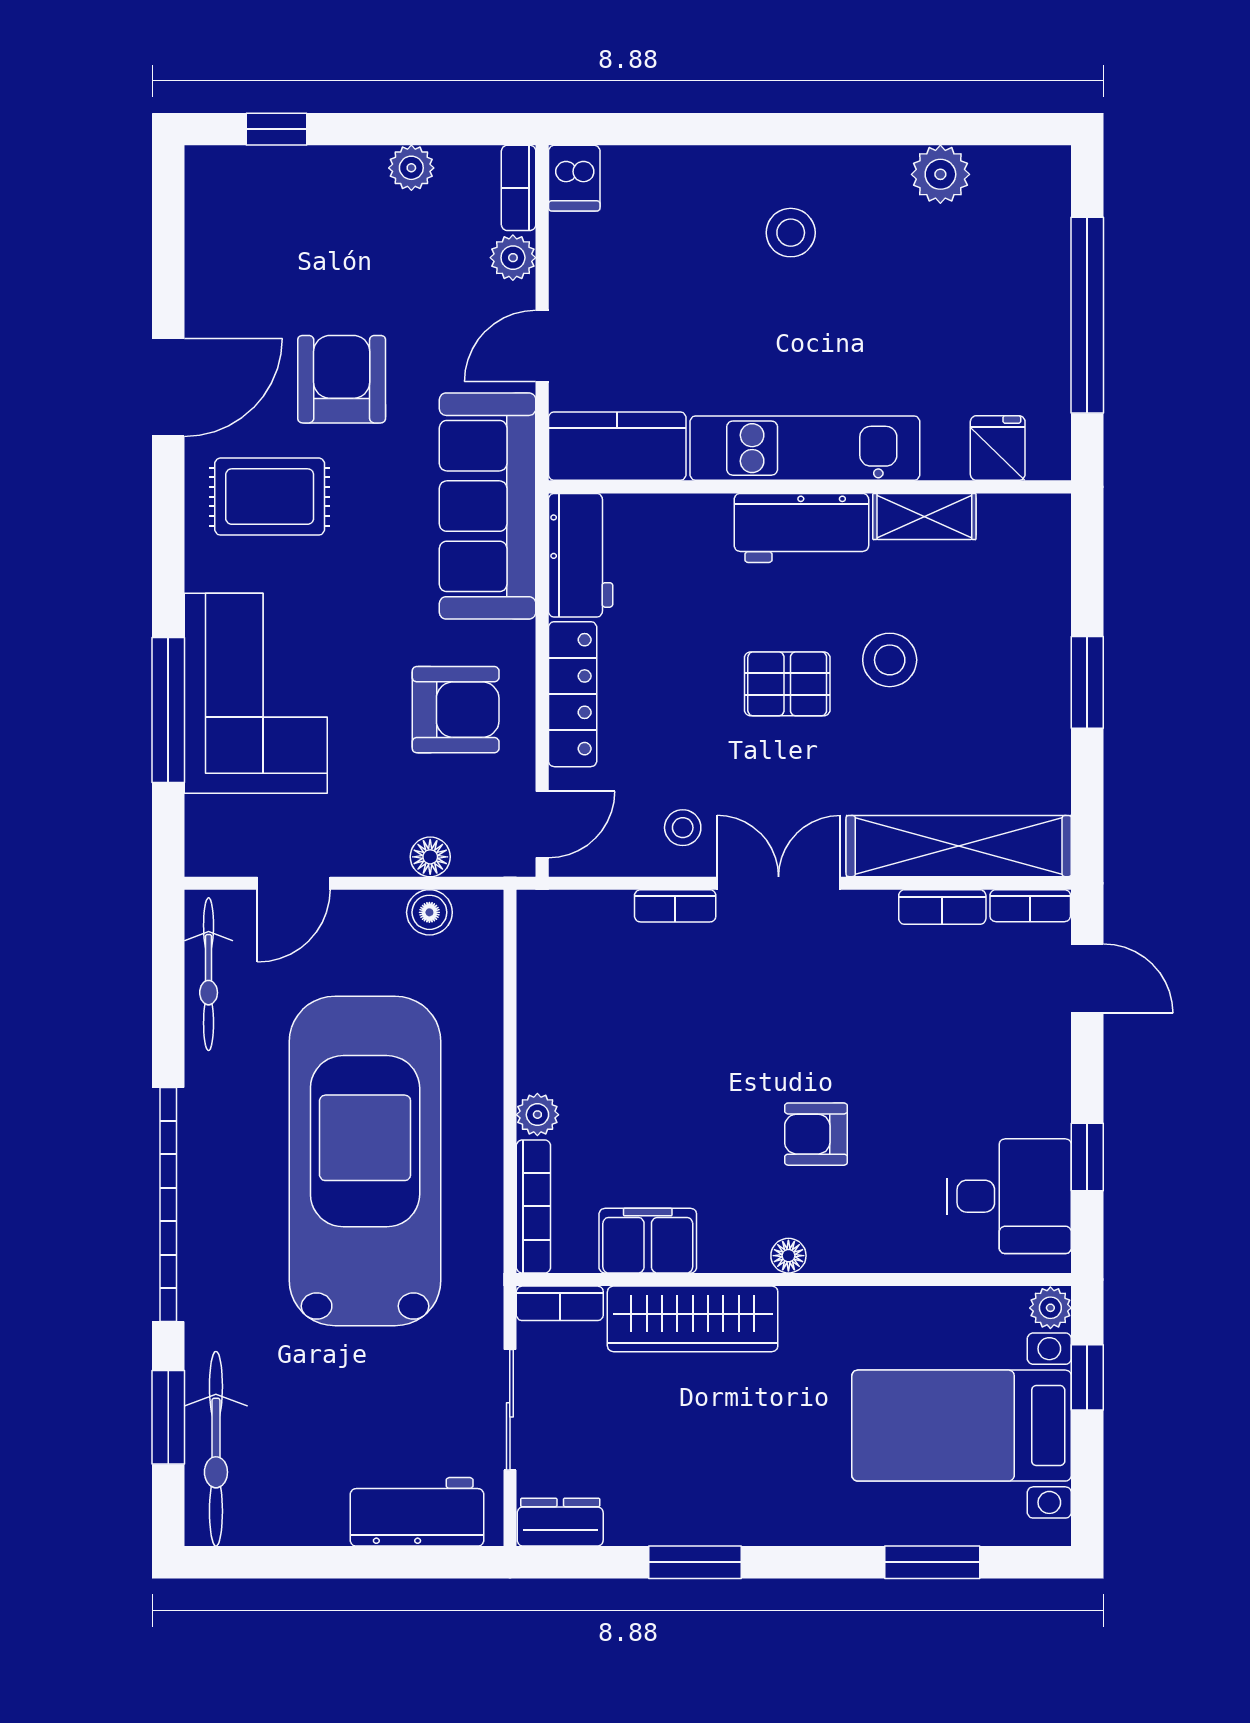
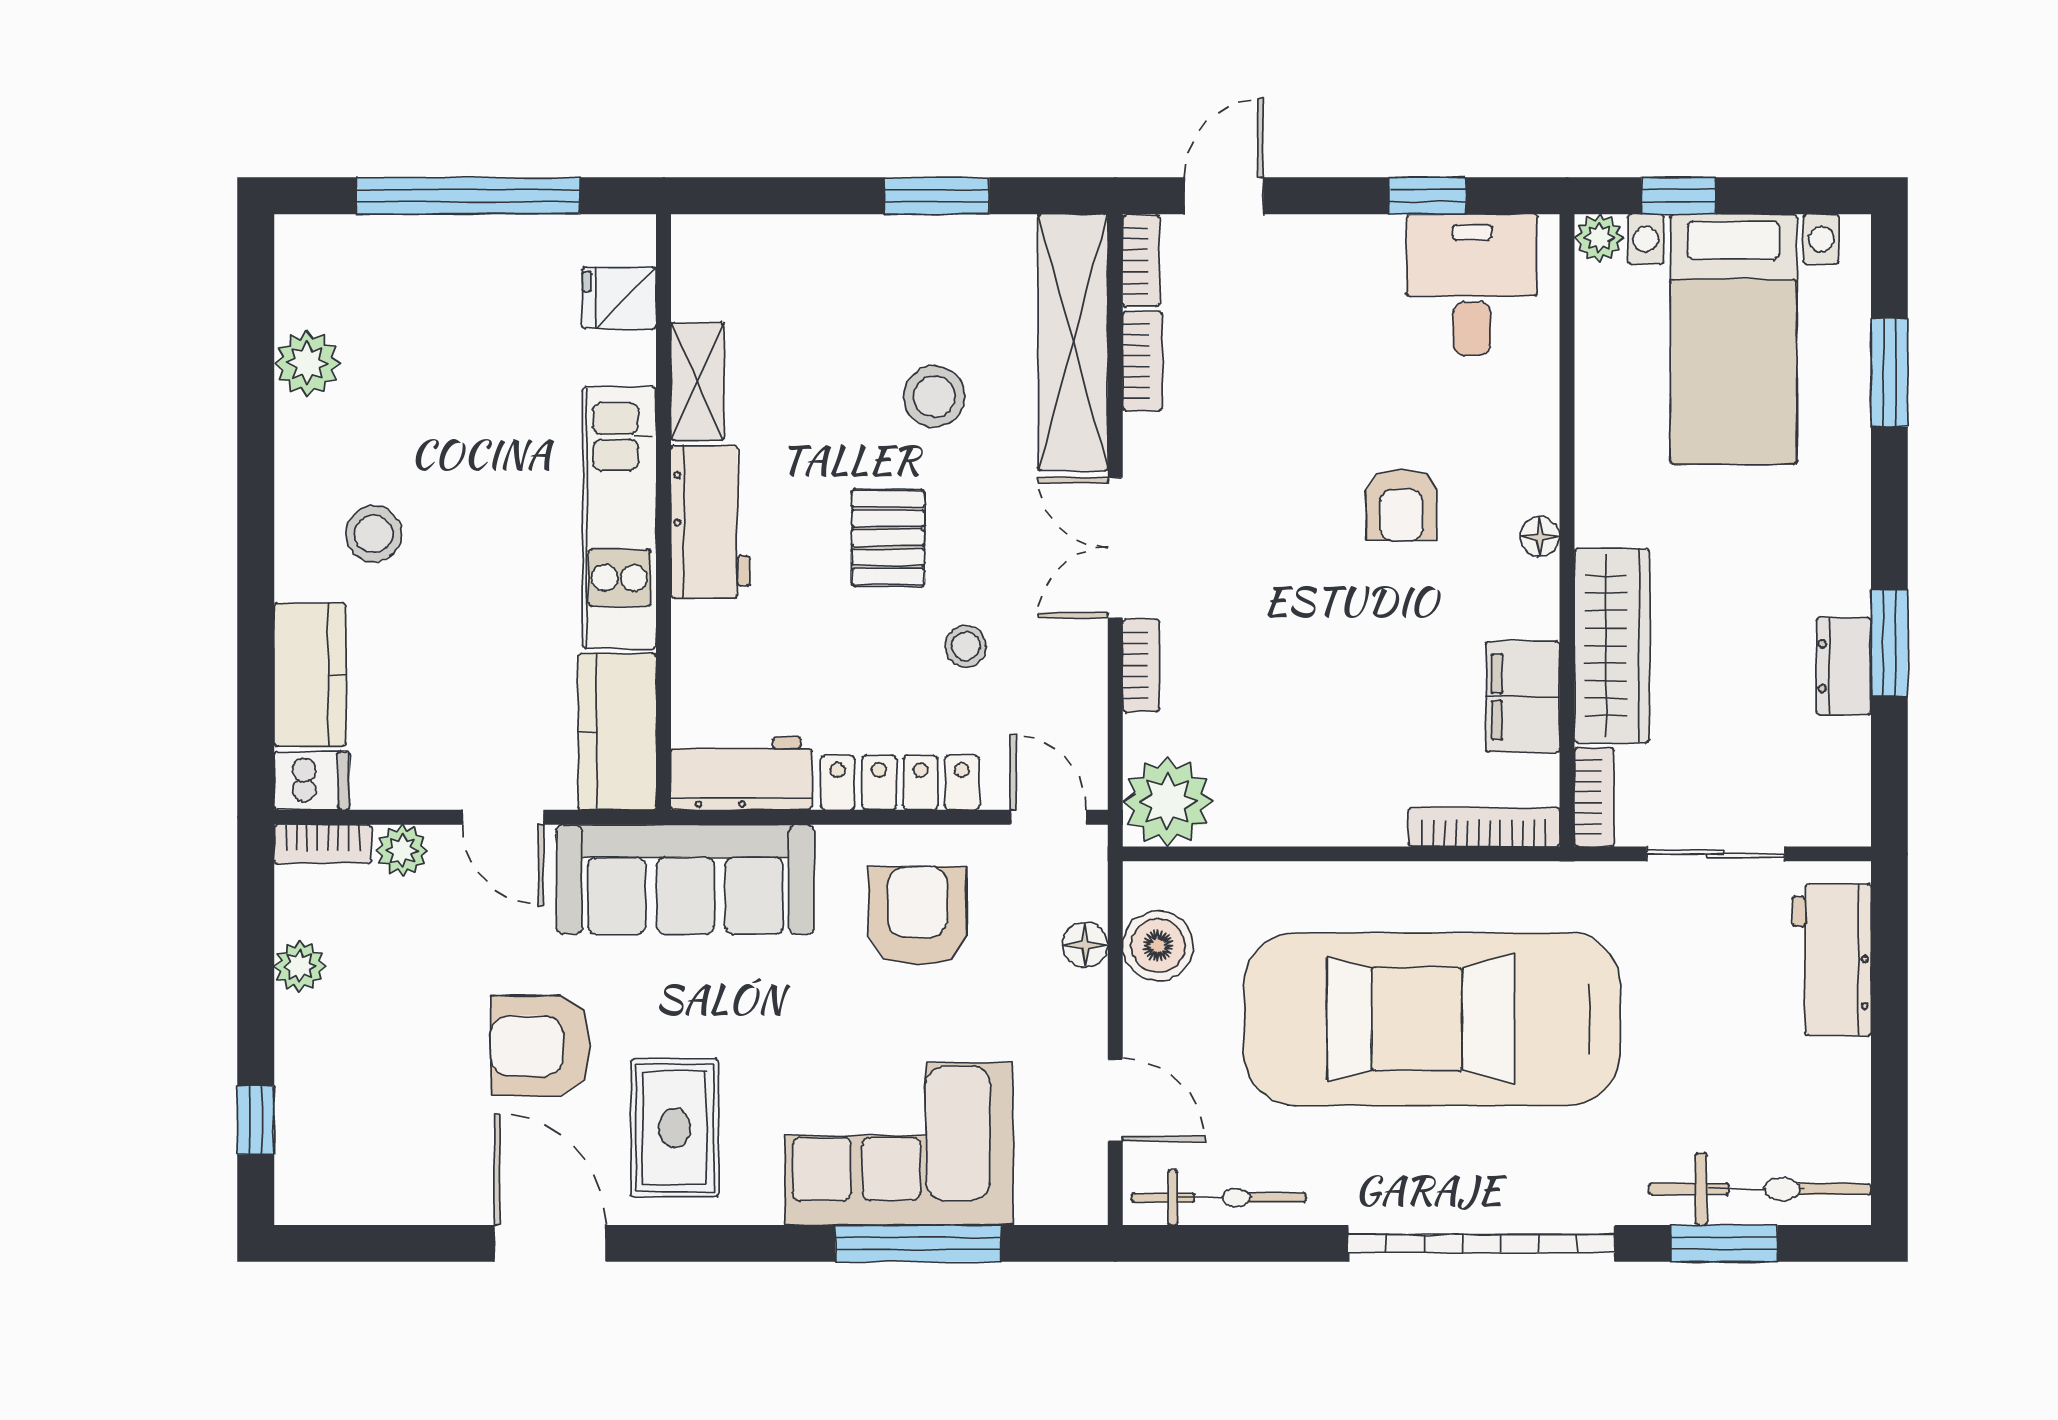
kitchen counter: (667, 177) -> (310, 675), added
stool: (890, 660) -> (934, 396), moved
window: (1087, 682) -> (937, 196), moved
stool: (683, 828) -> (966, 646), moved
boiler: (429, 912) -> (1158, 946), width x1.36, depth x1.36
plant: (537, 1115) -> (1168, 802), moved, width x1.88, depth x1.88
dresser: (560, 1522) -> (1844, 666), moved

